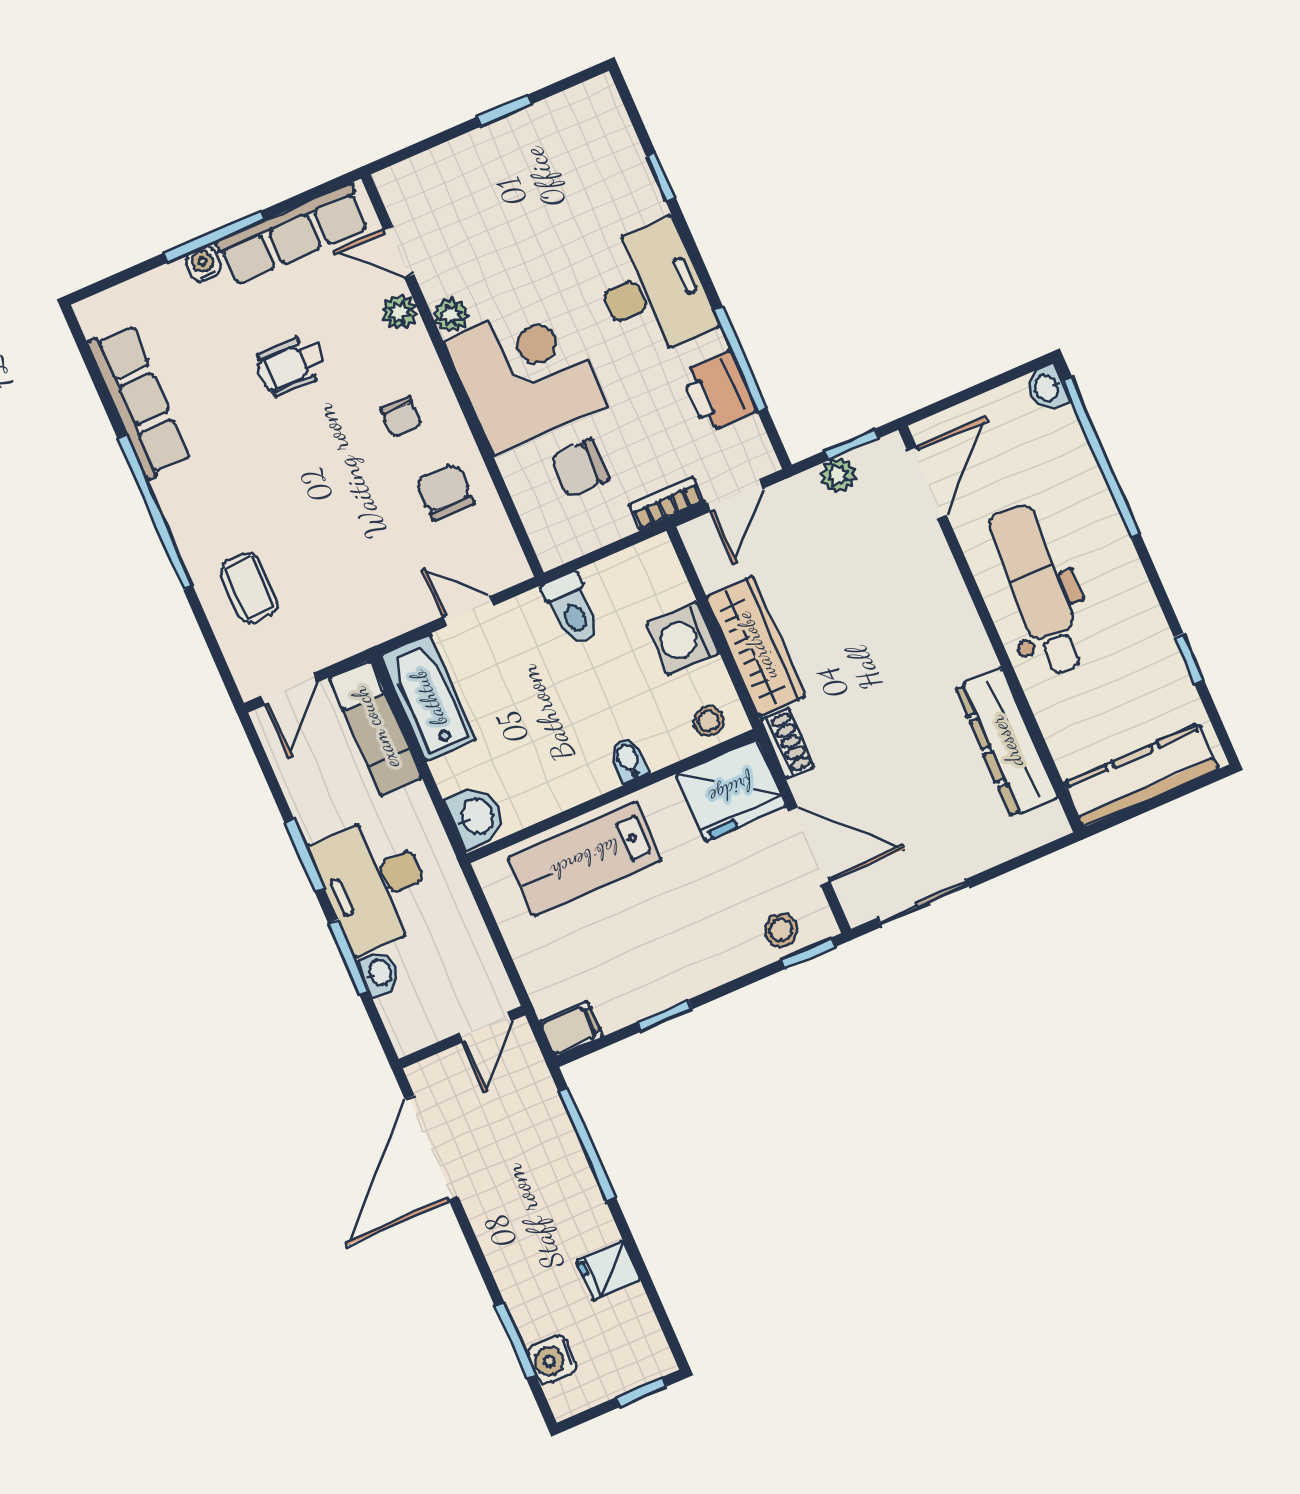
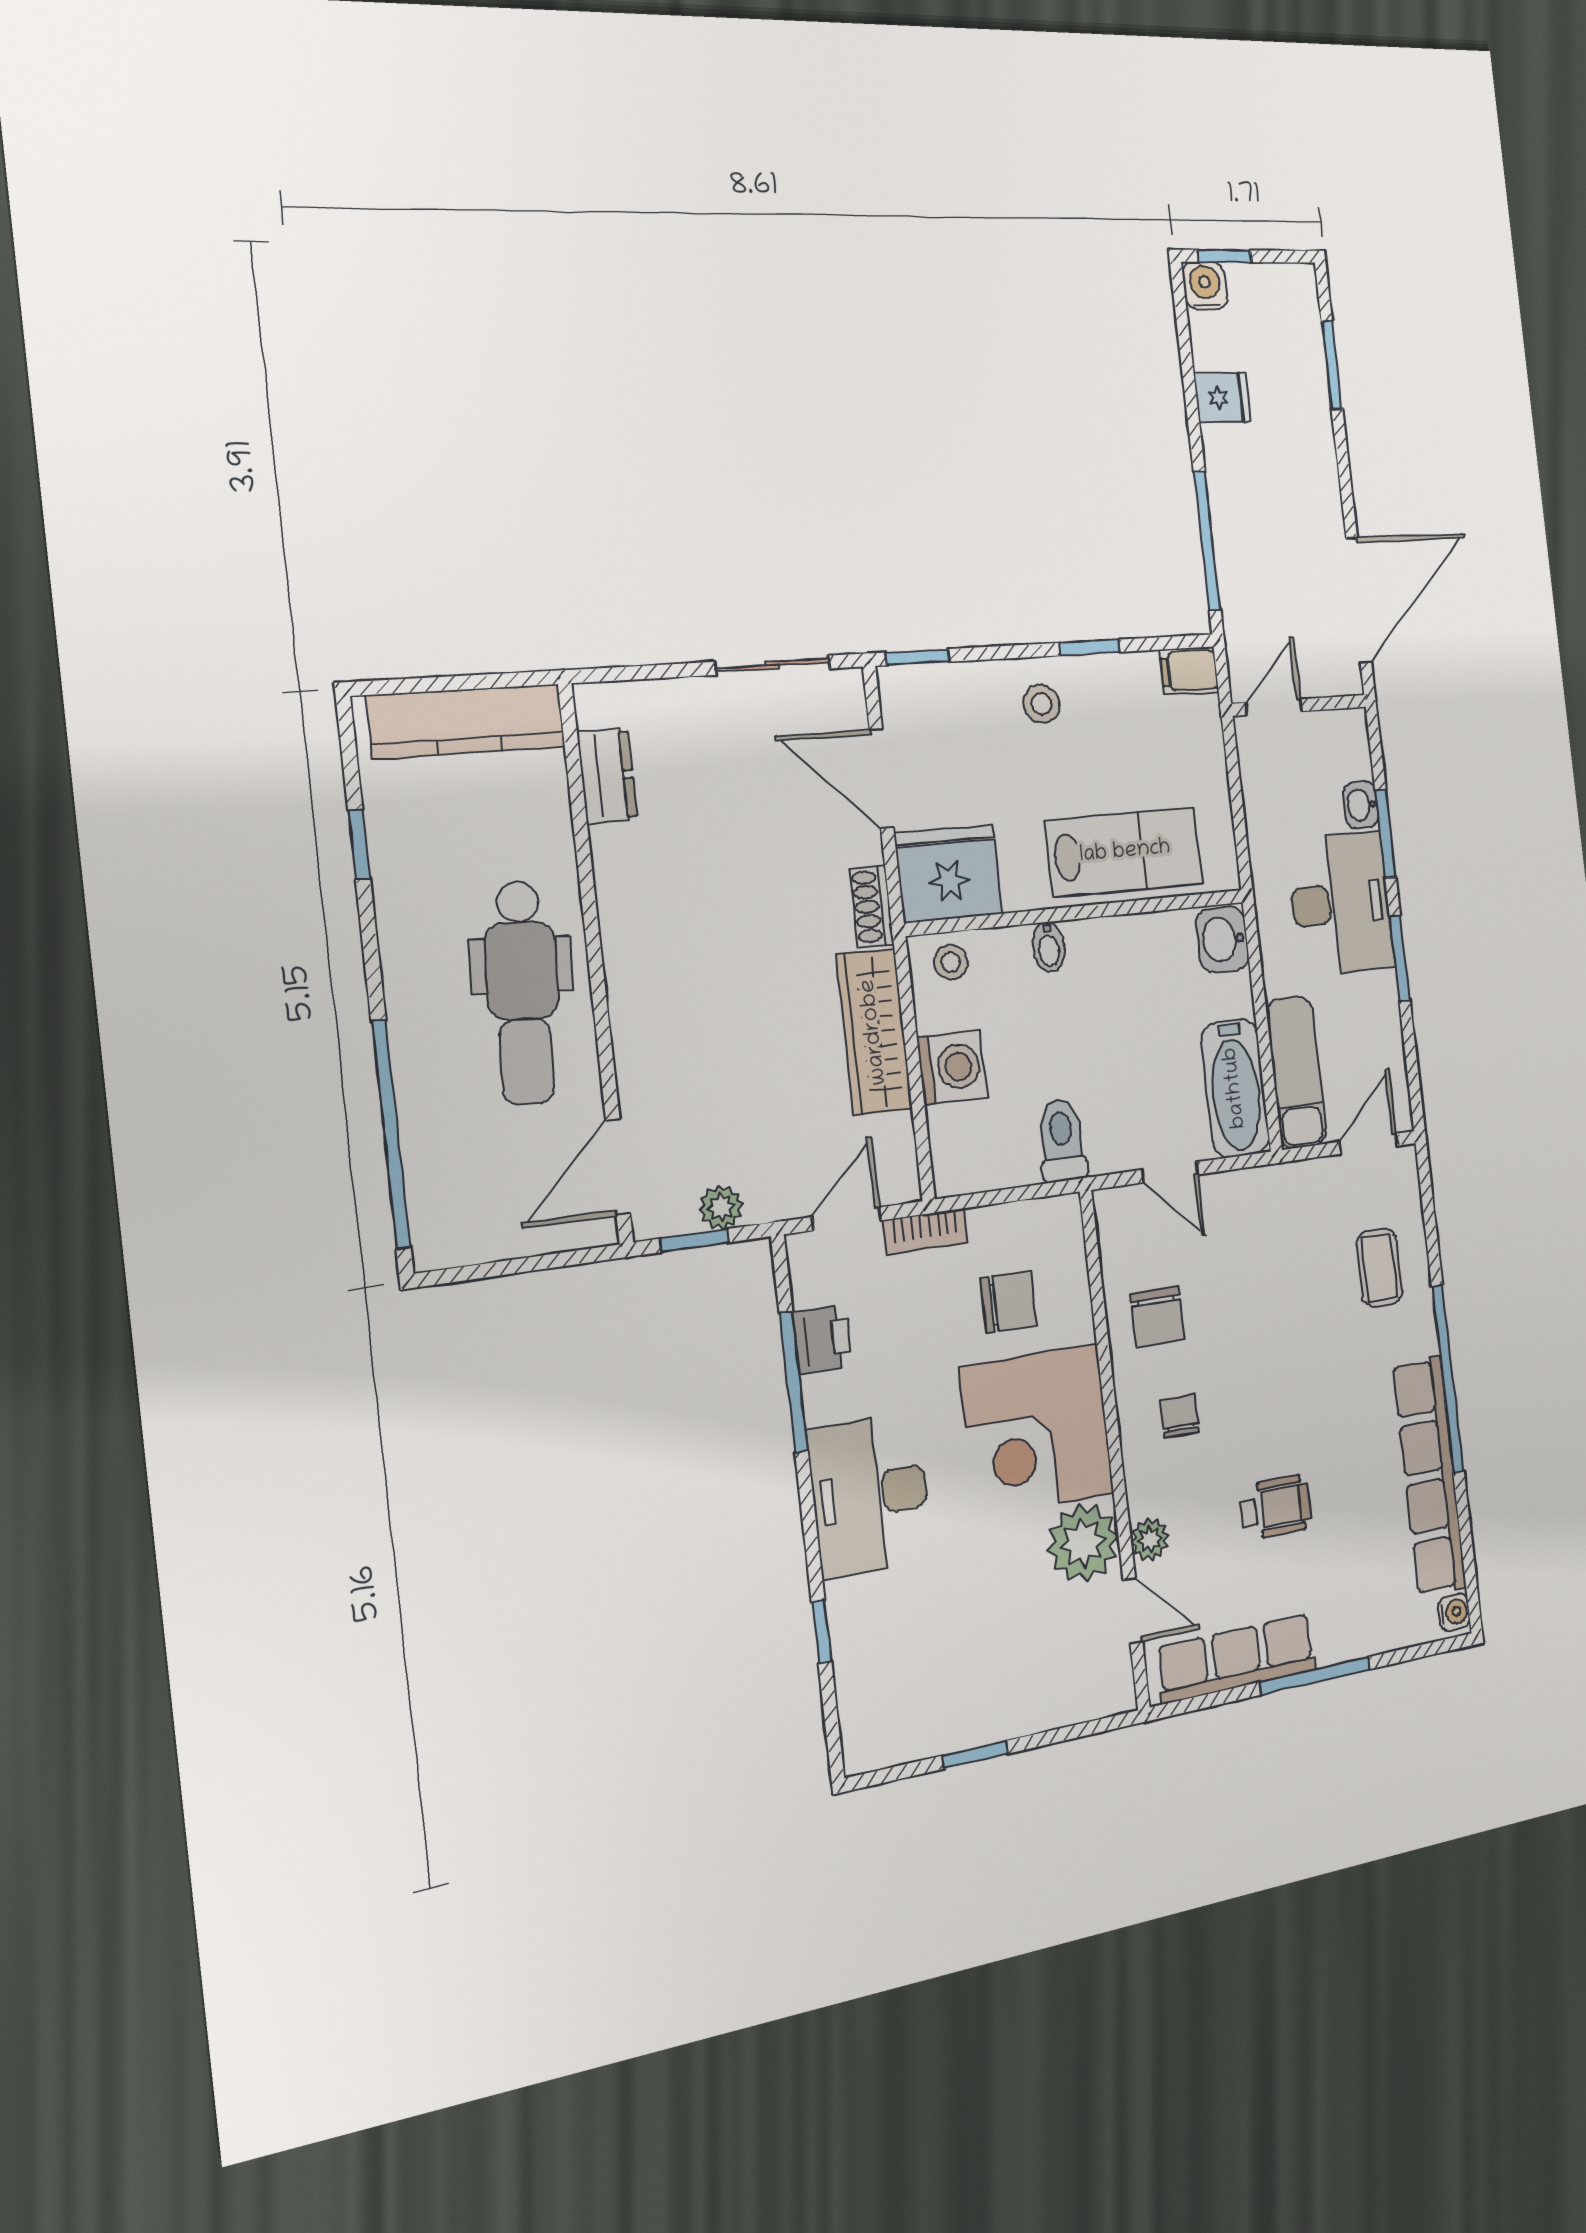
water cooler: (203, 264) -> (1454, 1612), moved, turned -90
plant: (451, 315) -> (1083, 1543), width x1.88, depth x1.88
washbasin: (1047, 388) -> (433, 1243), removed
printer: (718, 392) -> (822, 1339), width x0.73, depth x0.81
row of seats: (139, 401) -> (1430, 1476), width x1.36
dresser: (1006, 742) -> (607, 776), width x0.51, depth x0.80
stool: (781, 930) -> (1041, 704), moved
water cooler: (552, 1360) -> (1205, 286), moved, turned -90

